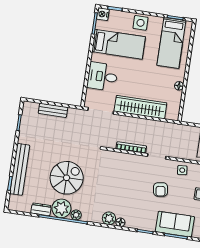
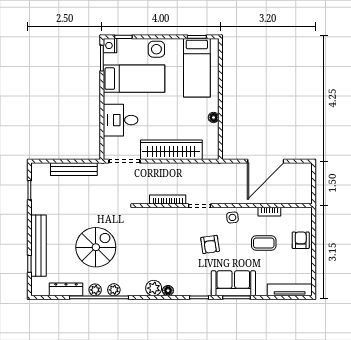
bench: (53, 110) -> (74, 169), width x1.36
plant: (61, 208) -> (95, 290), width x0.53, depth x0.53
dresser: (41, 209) -> (66, 289), width x1.44

